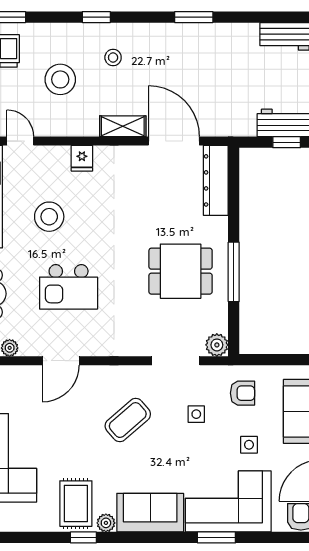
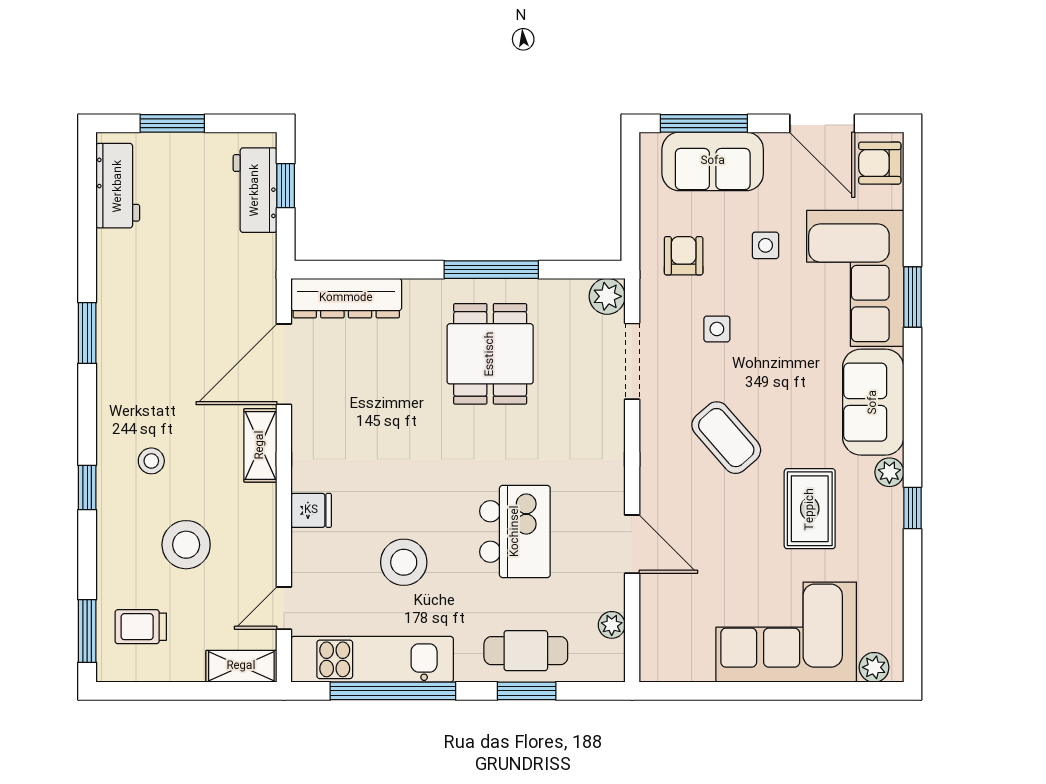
rug: (76, 504) -> (810, 509), moved, turned 90

